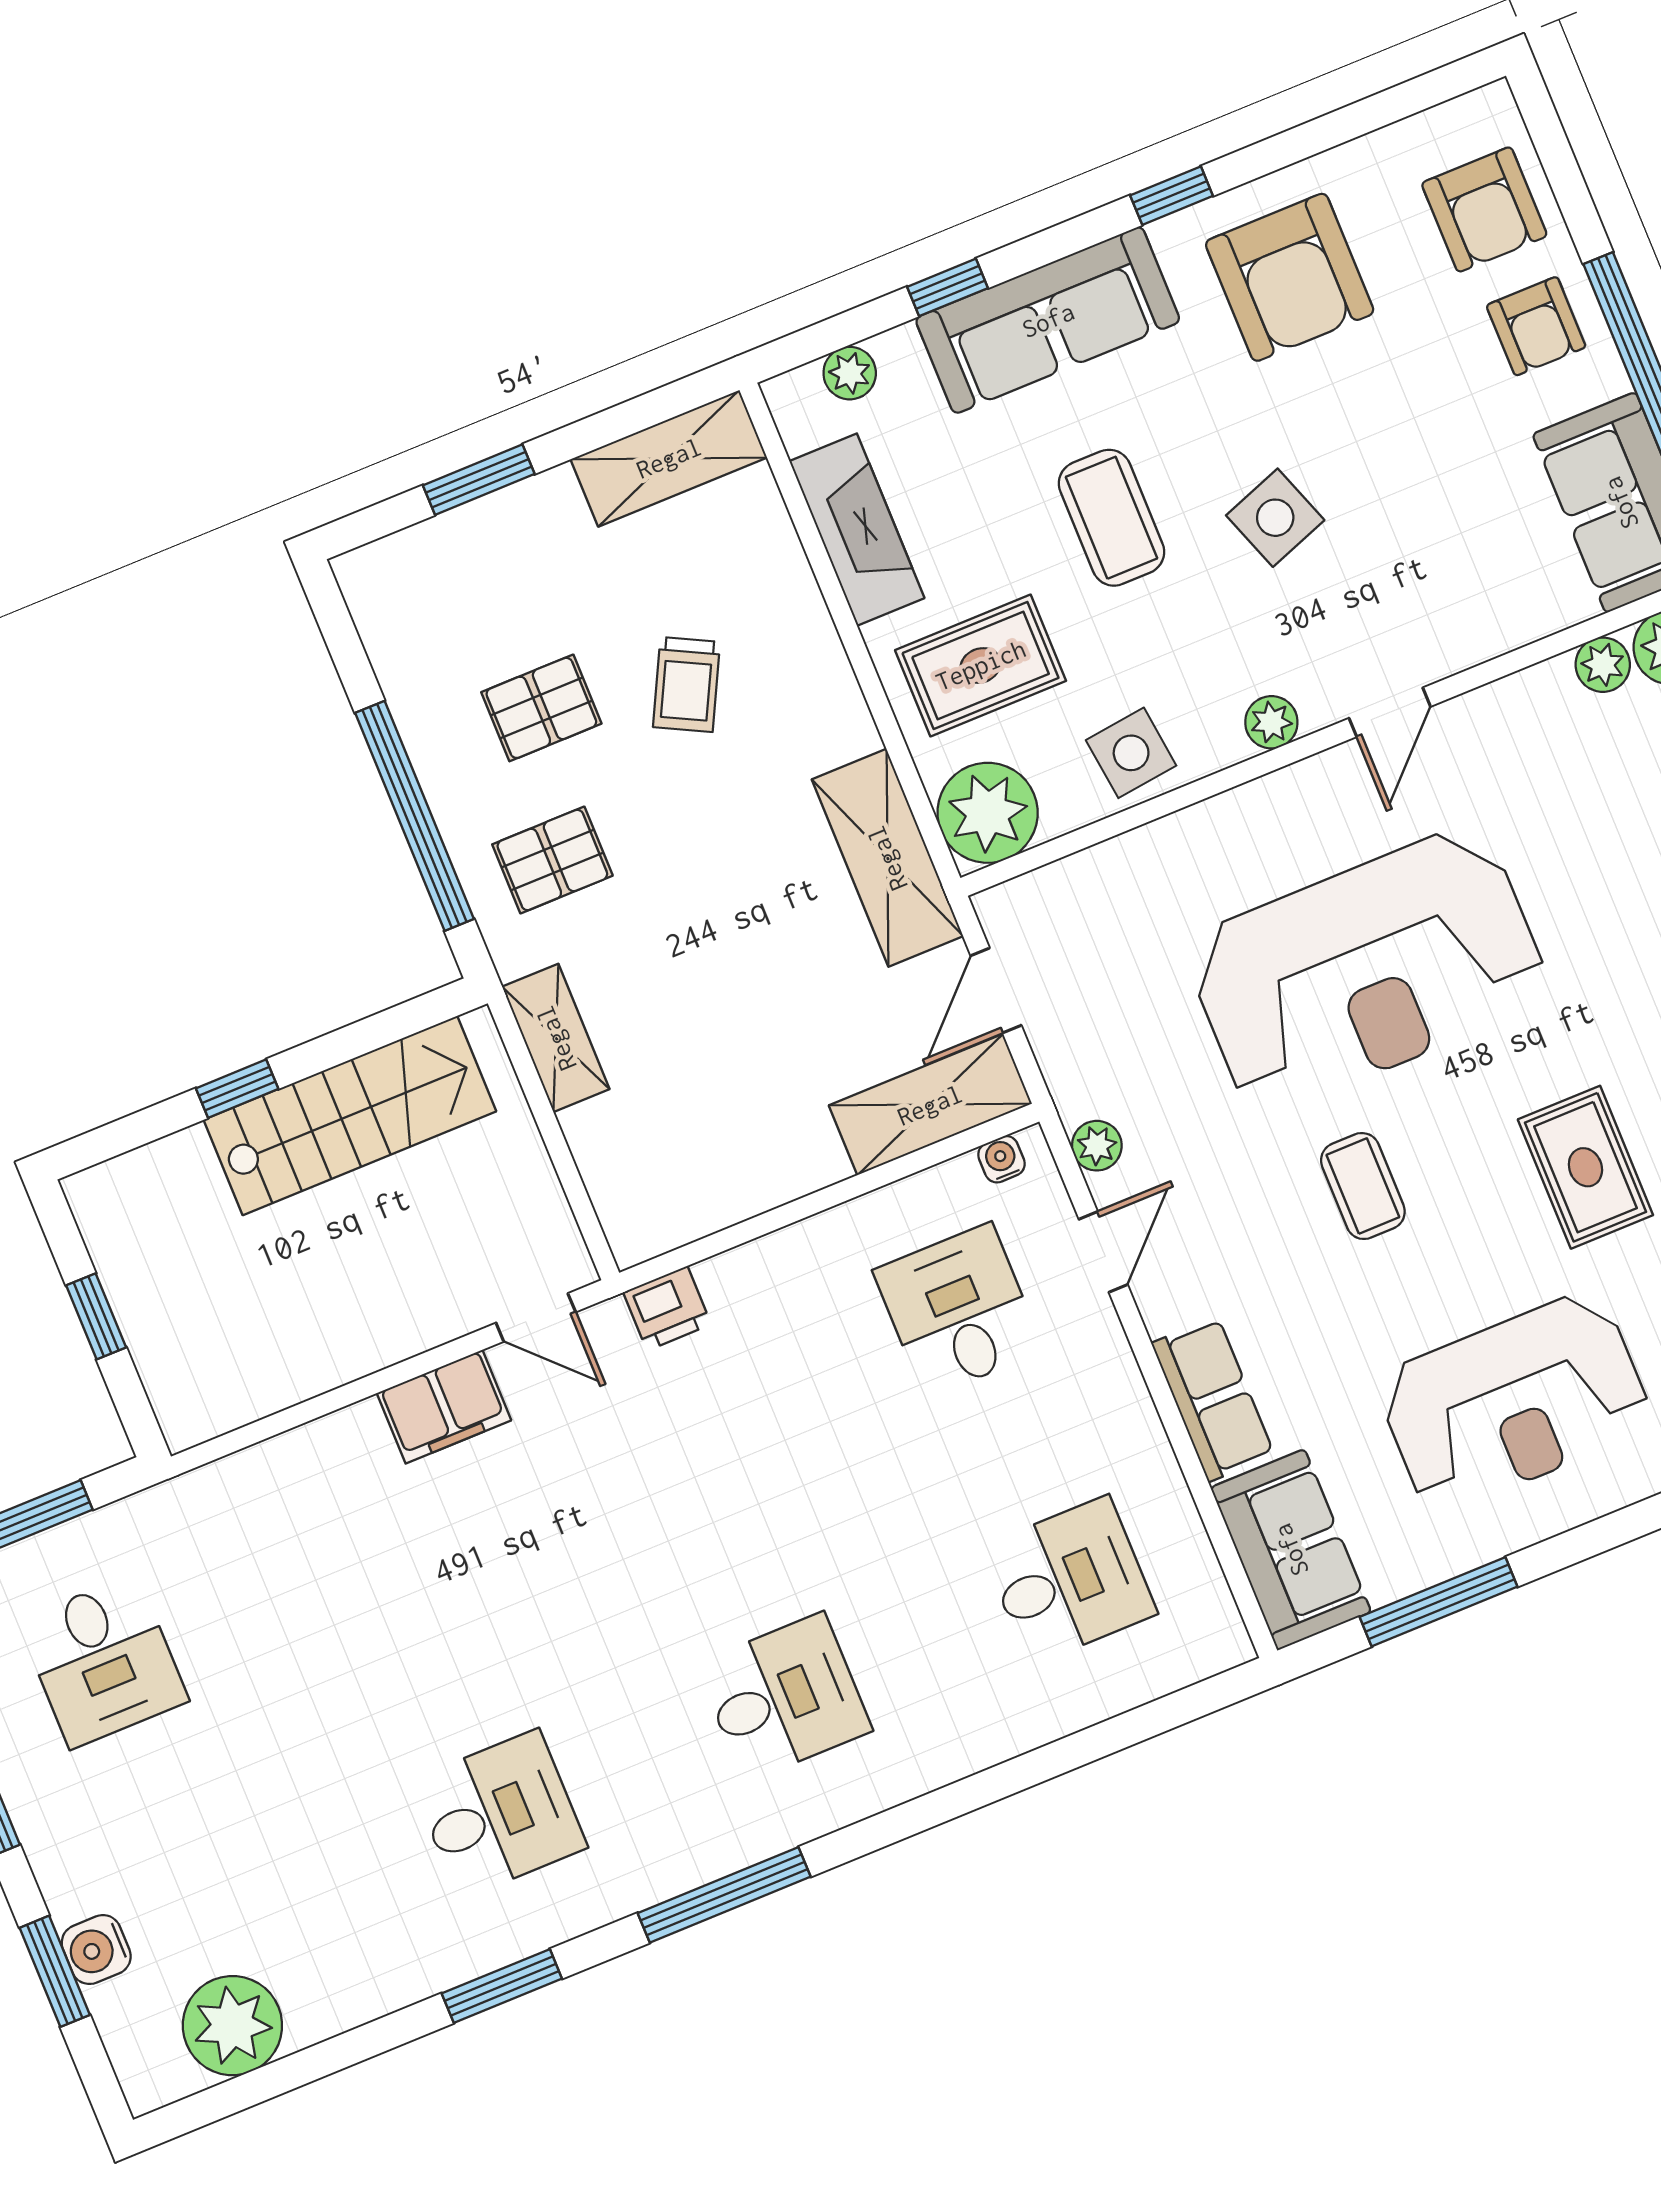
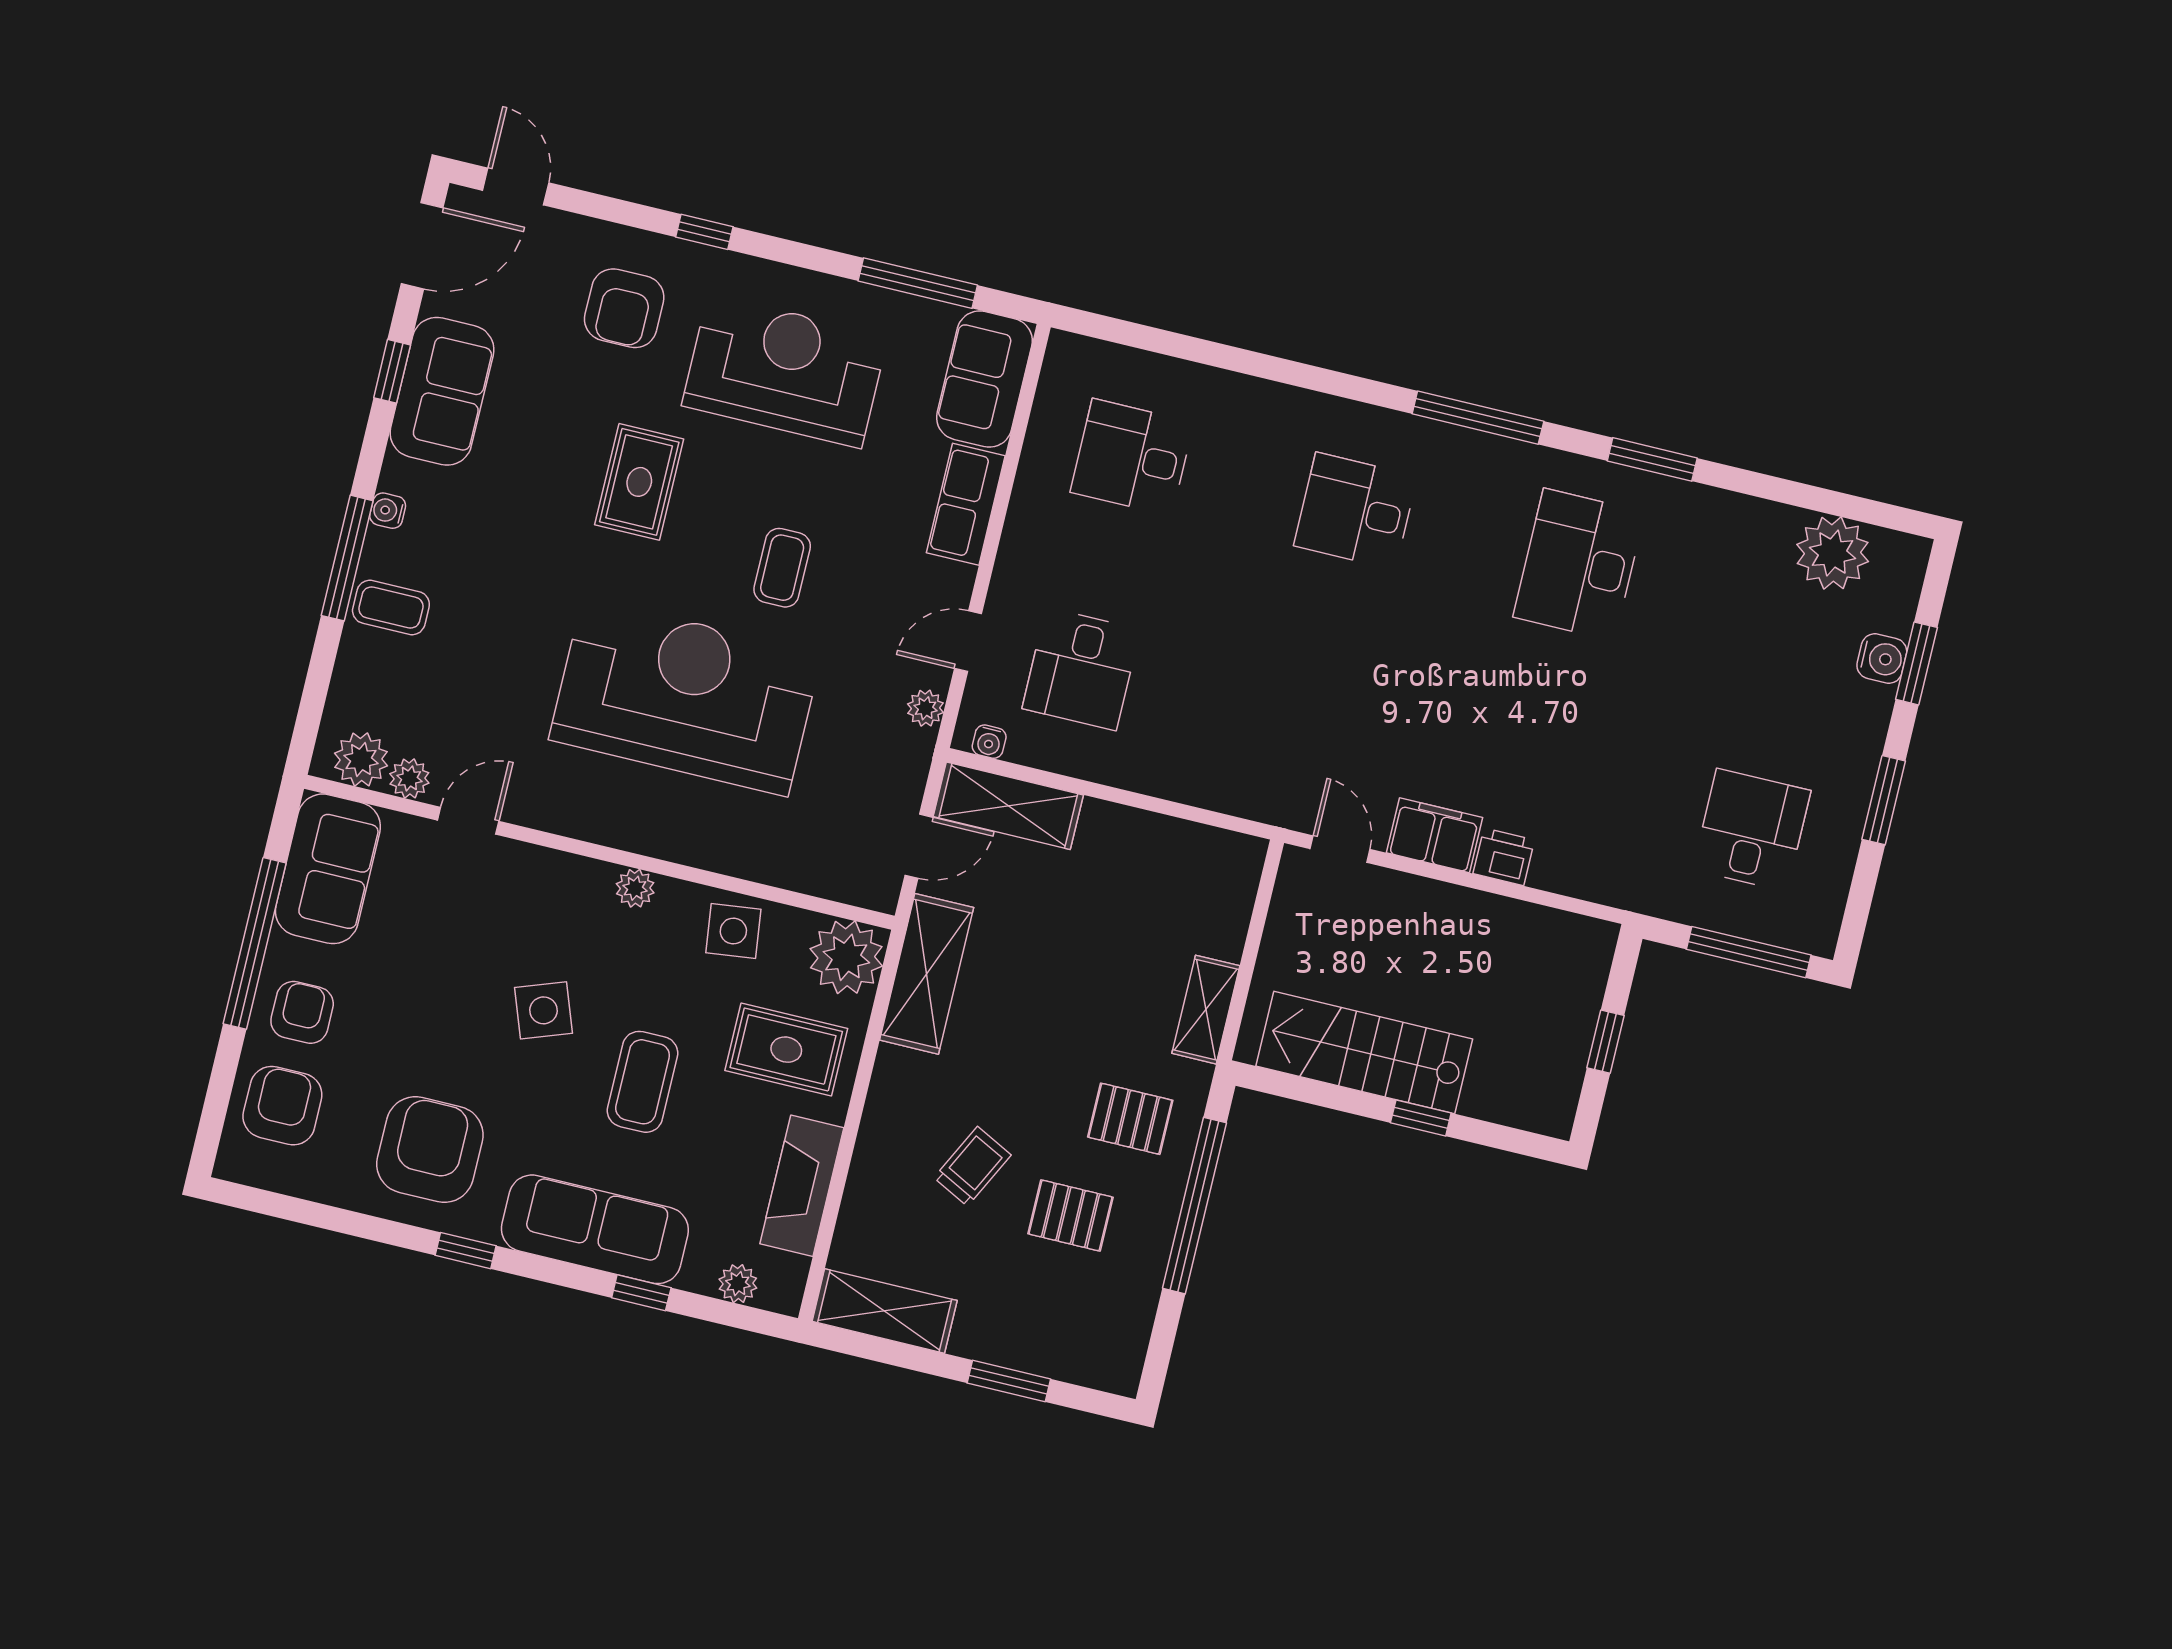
door: (1390, 712) -> (468, 821), moved
printer: (667, 1308) -> (1504, 857), moved
desk: (499, 1814) -> (1579, 565), width x1.37

